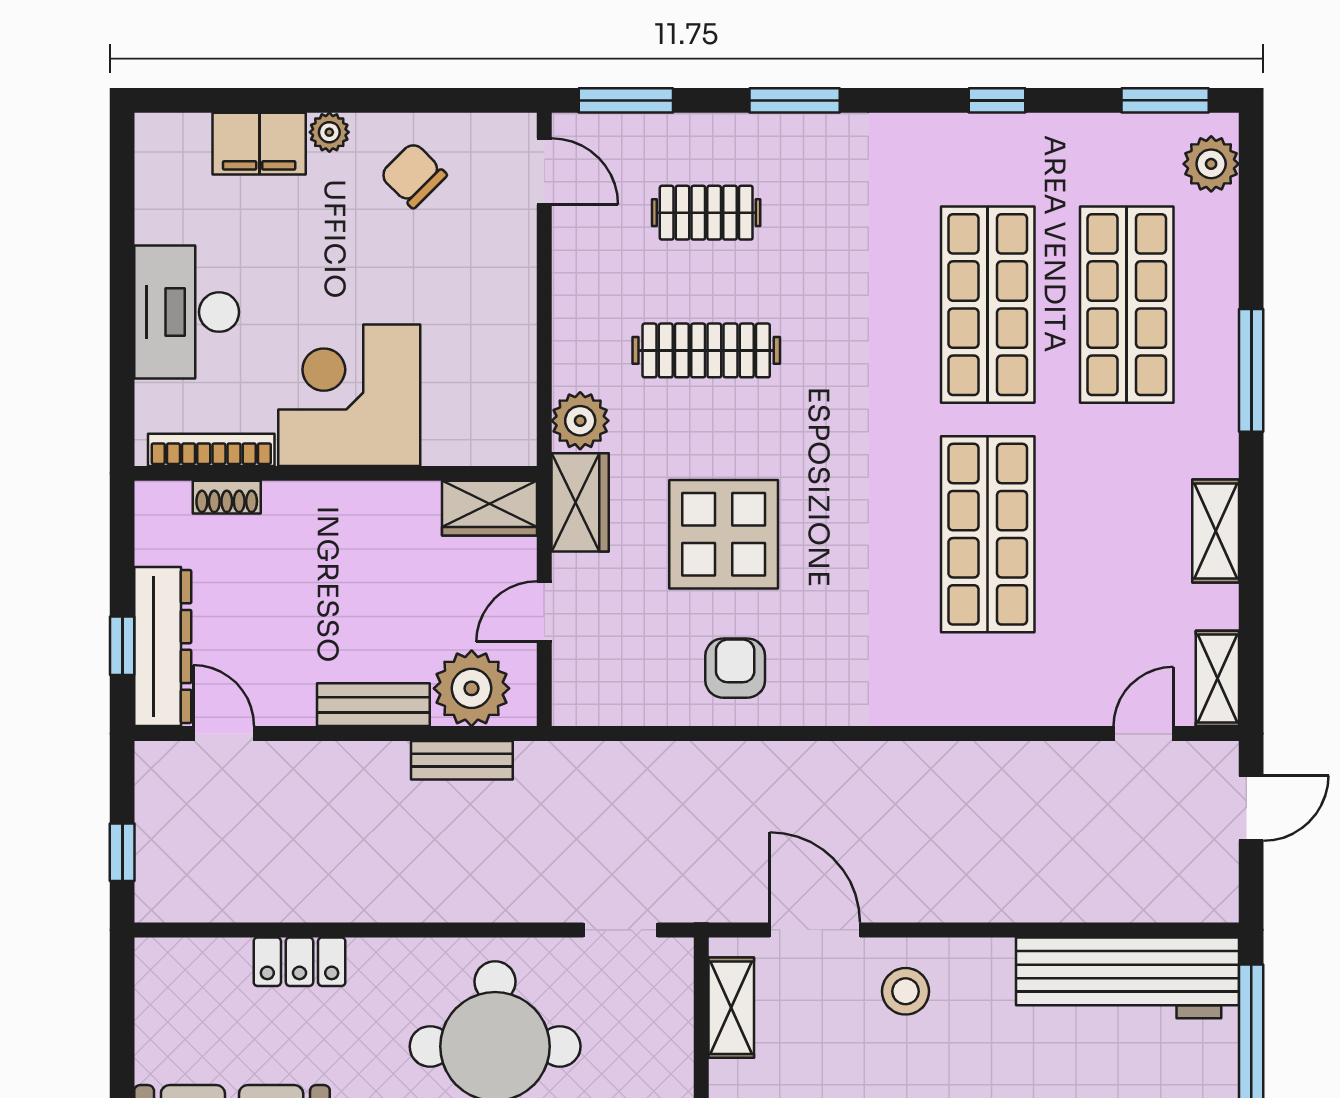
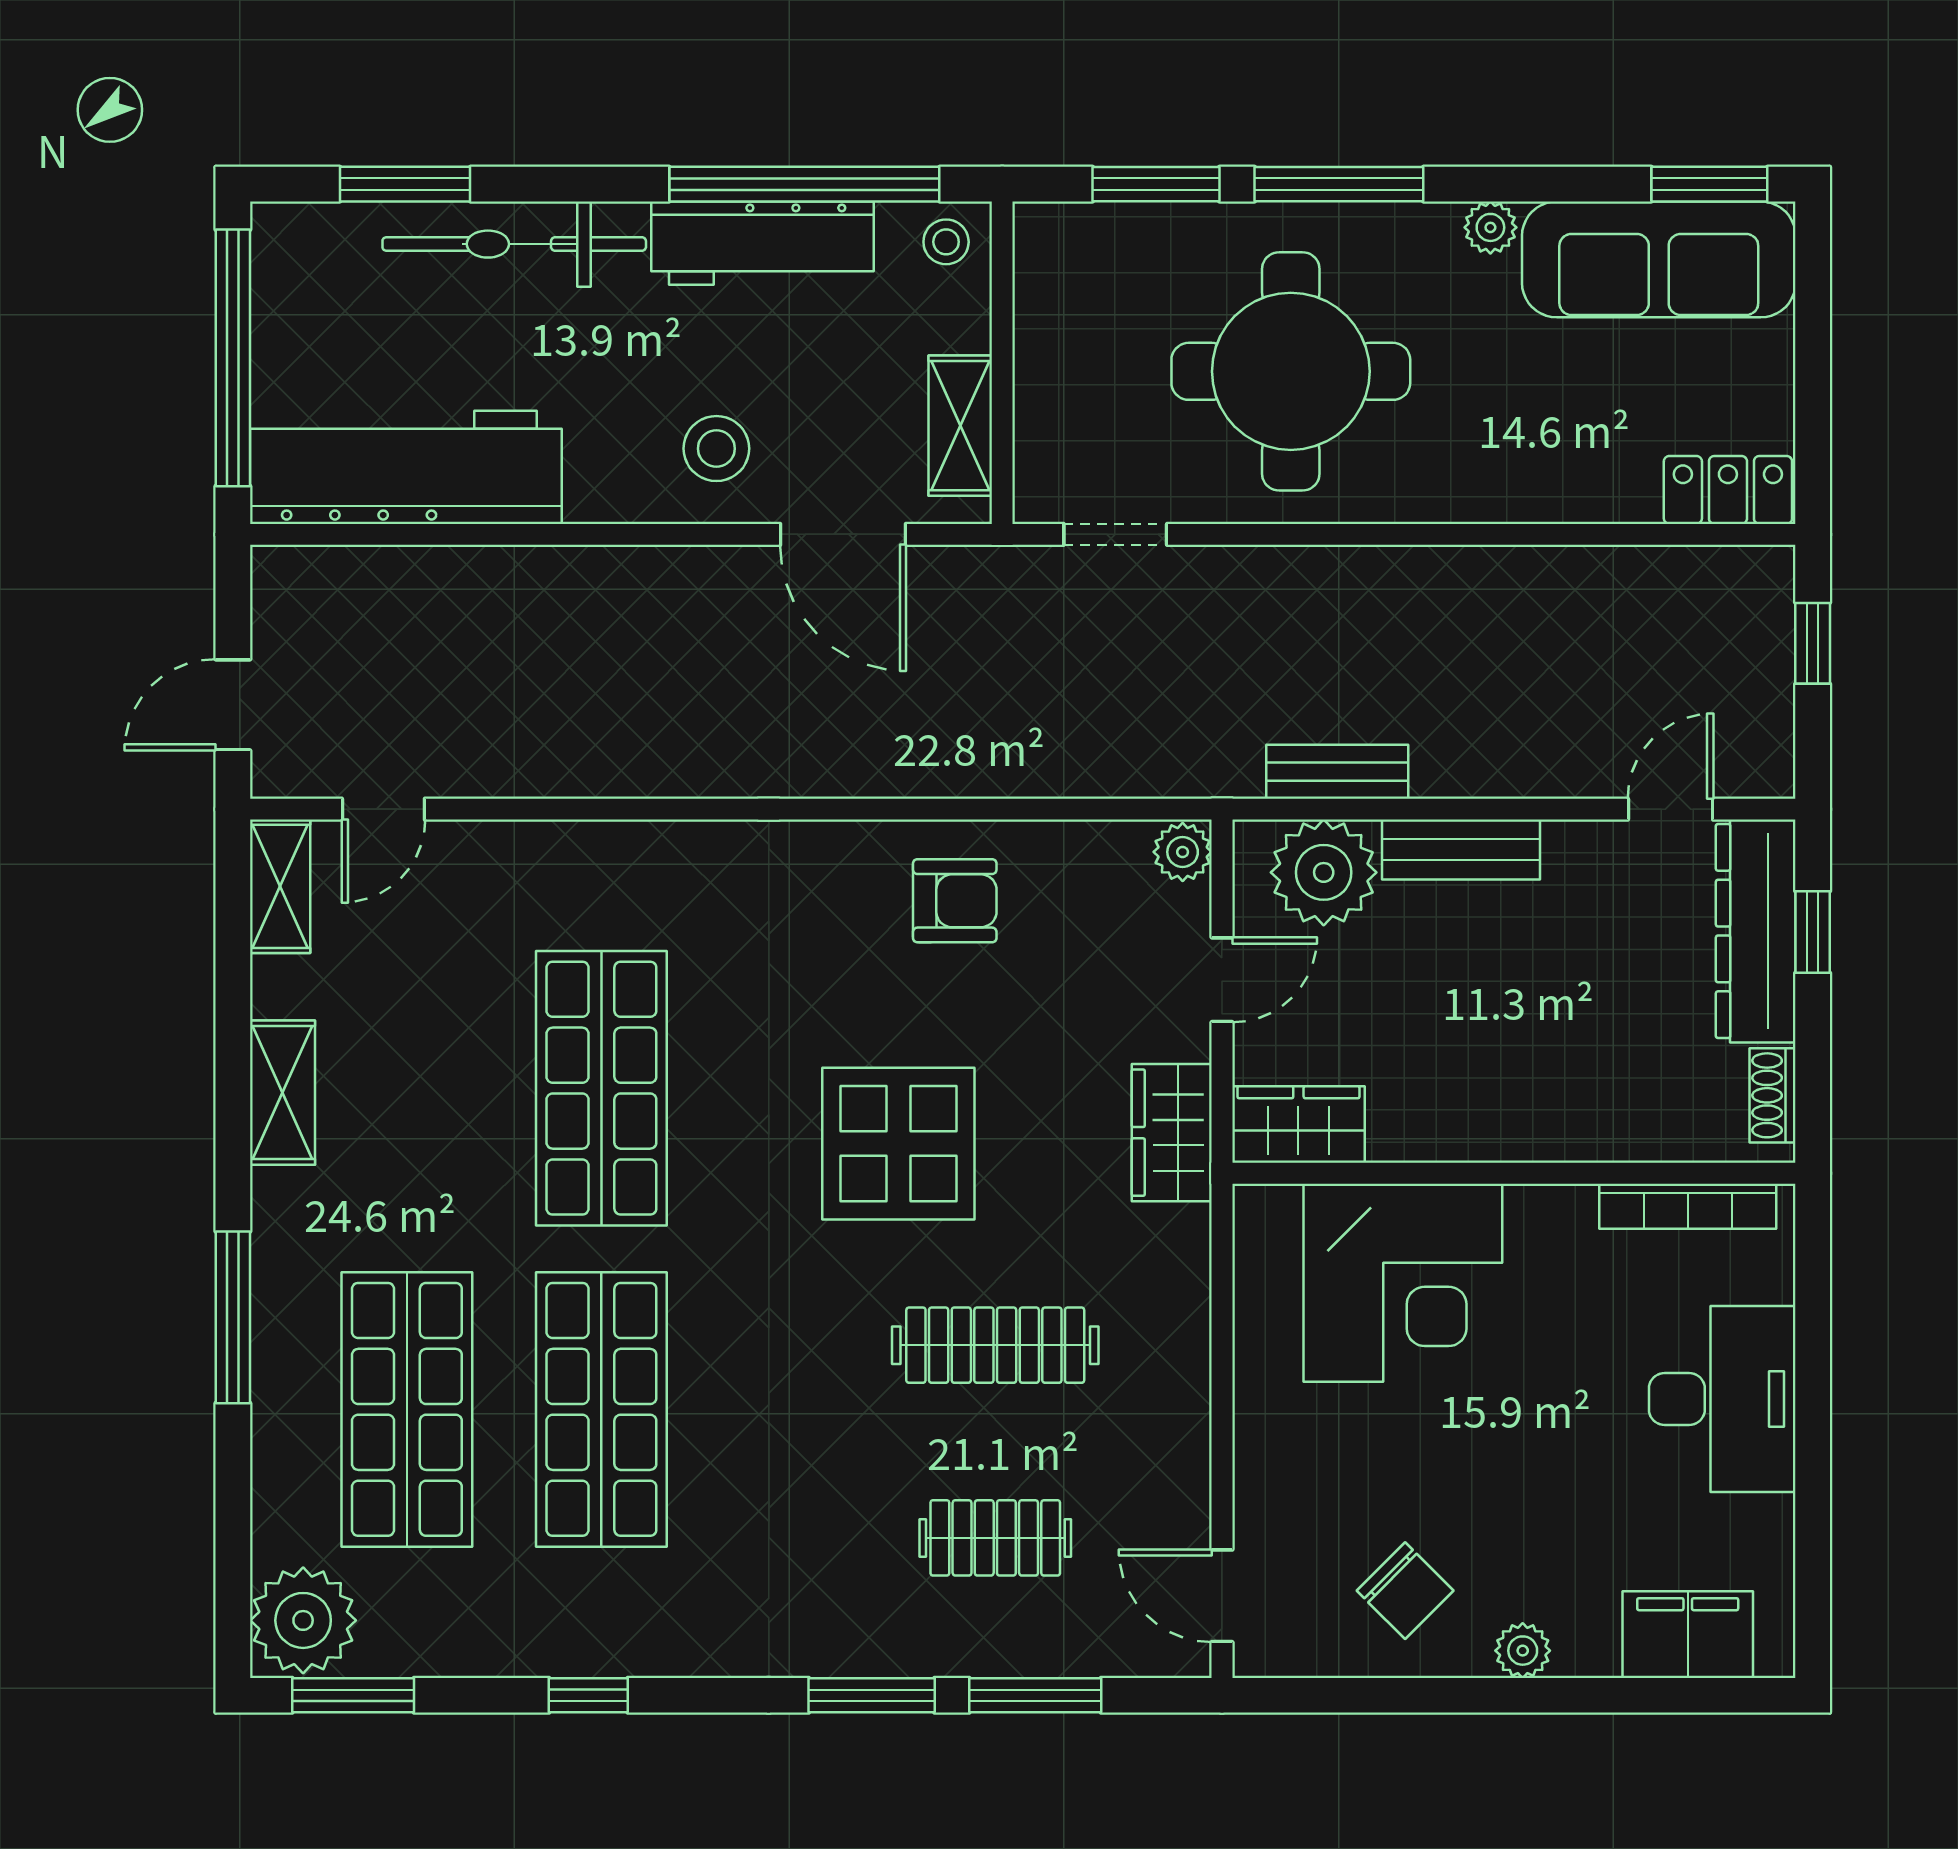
window: (626, 100) -> (1035, 1695), moved
filing cabinet: (259, 144) -> (1688, 1635), moved
plant: (1211, 164) -> (303, 1620), width x1.36, depth x1.36
corner desk: (349, 395) -> (1403, 1283), moved
plant: (580, 421) -> (1183, 852), moved, width x0.73, depth x0.73
shoe rack: (227, 497) -> (1773, 1095), moved, turned -90
display table: (724, 534) -> (898, 1144), moved
armchair: (735, 668) -> (955, 901), turned -90
door: (224, 734) -> (1671, 809), swing flipped
locker: (299, 962) -> (1728, 490), moved

